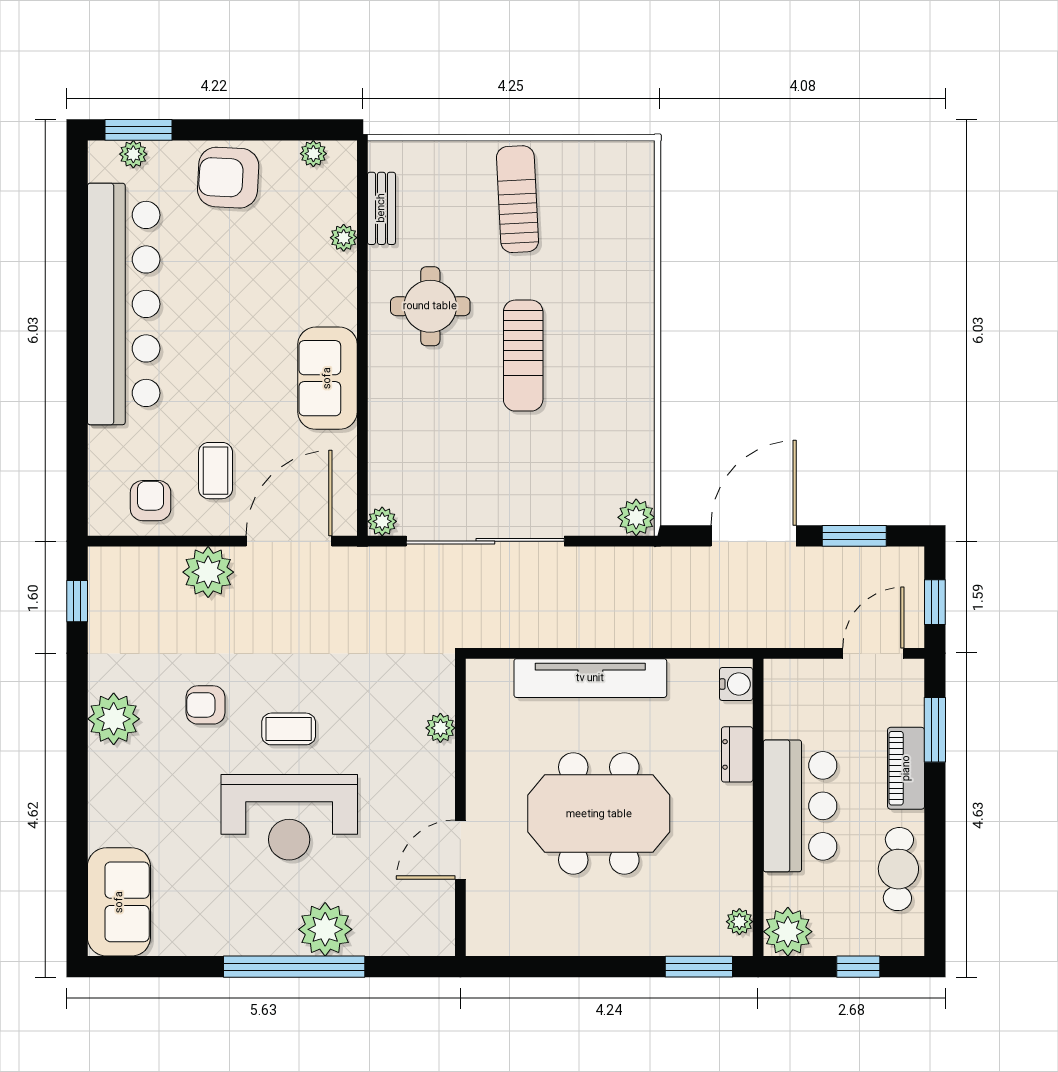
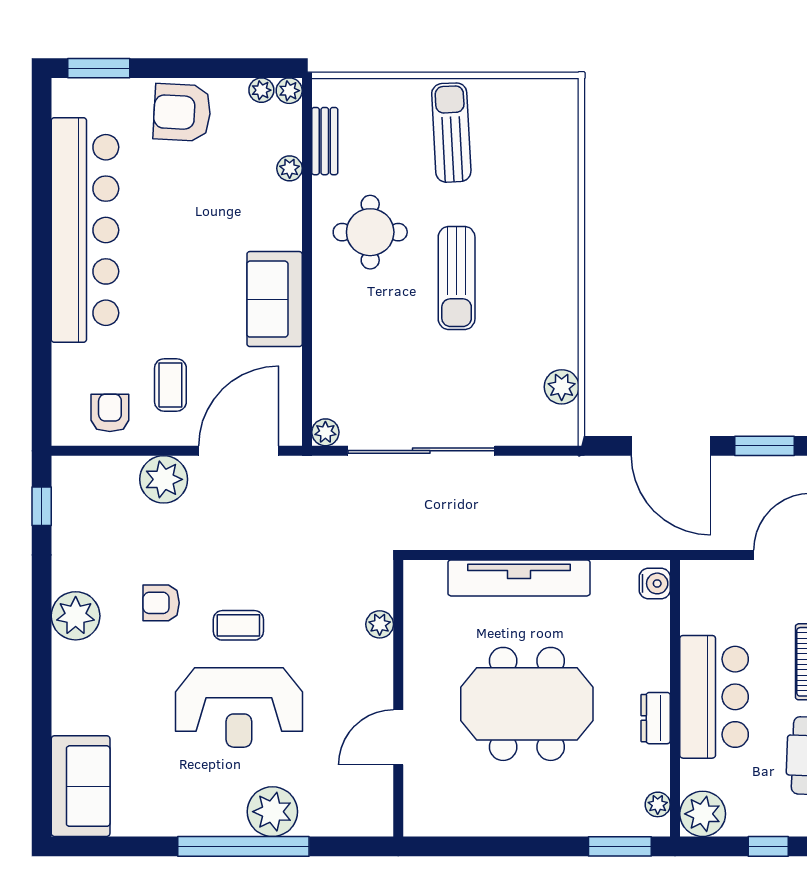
plant: (133, 154) -> (289, 91), moved
plant: (636, 517) -> (562, 387), moved
door: (754, 536) -> (671, 446), swing flipped
dresser: (737, 754) -> (656, 718), moved

